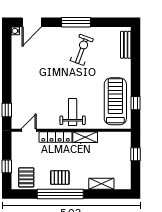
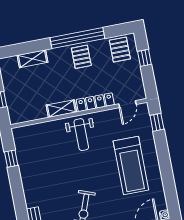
treadmill: (115, 101) -> (131, 166), moved
pallet: (60, 178) -> (81, 57), turned 90

